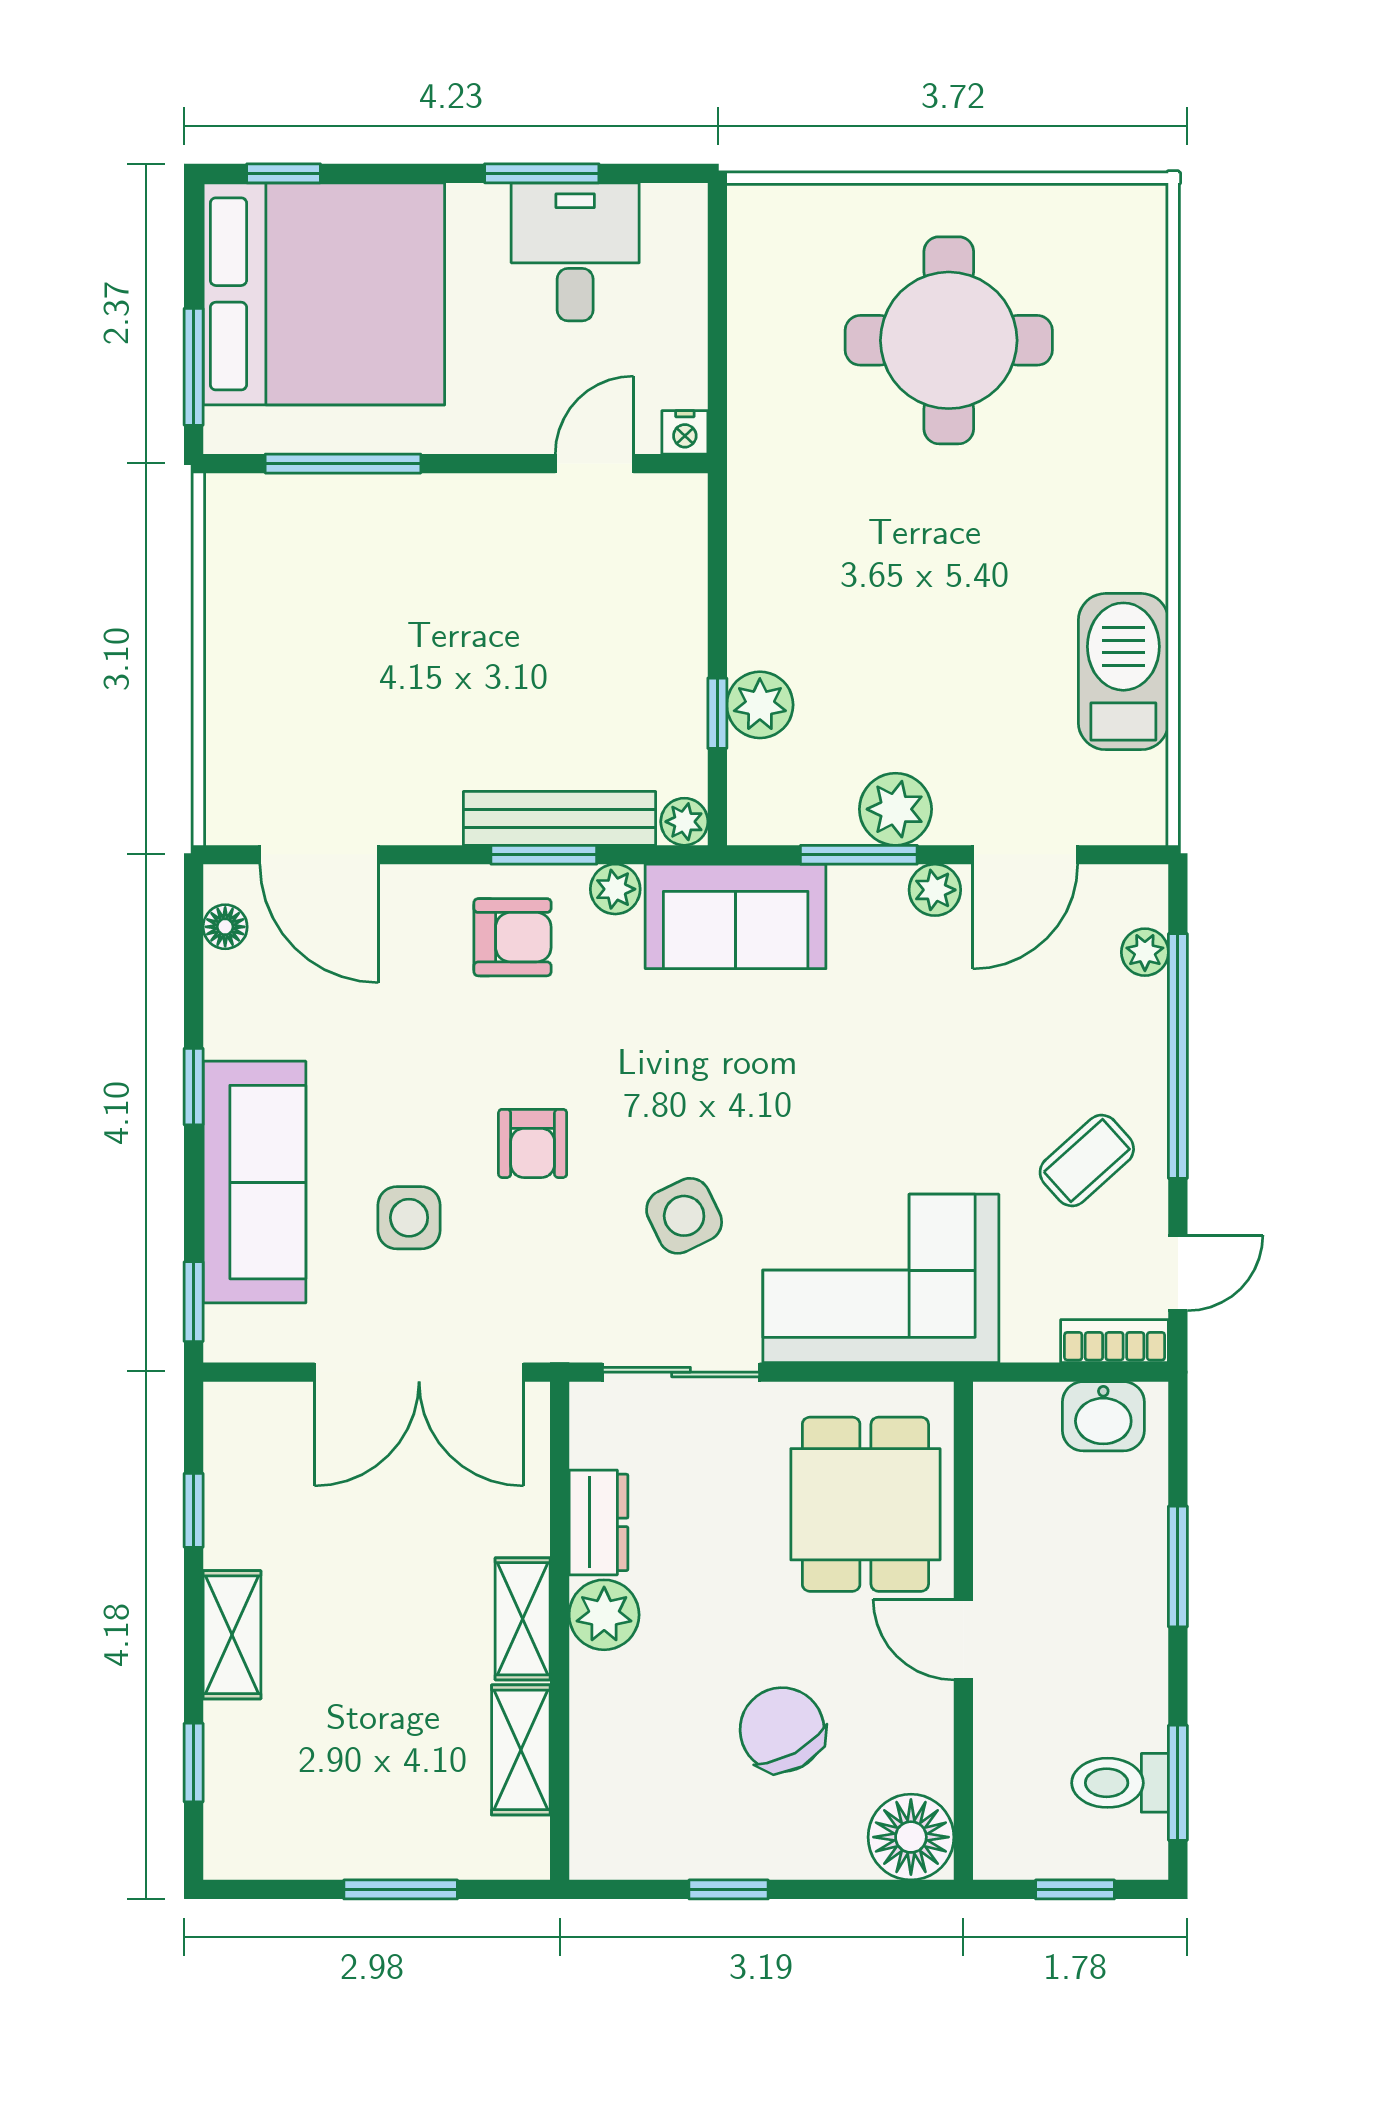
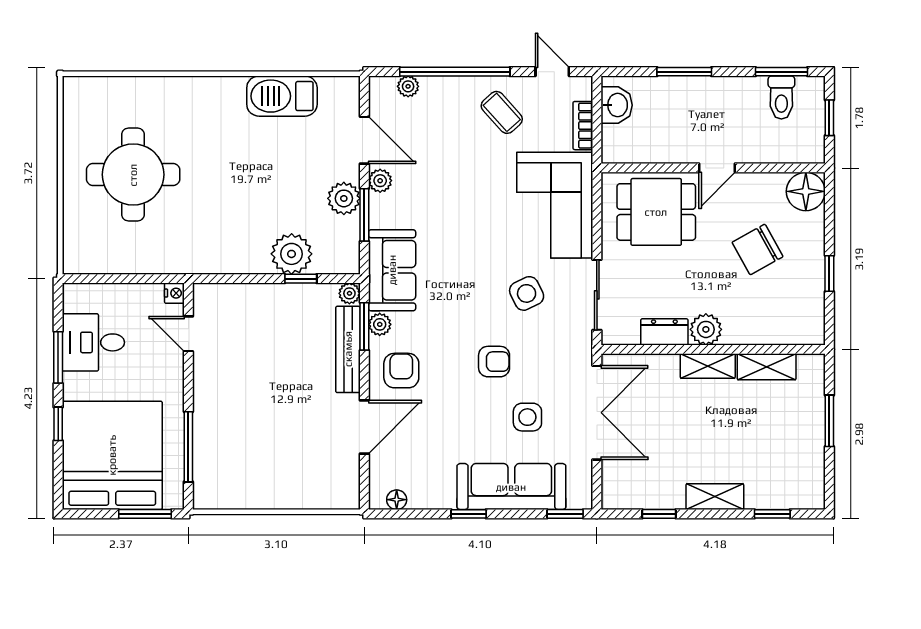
window: (284, 173) -> (58, 424), moved
plant: (760, 705) -> (292, 254), width x1.36, depth x1.36
door: (319, 855) -> (364, 427), moved
window: (544, 855) -> (364, 326), moved
bookcase: (1115, 1341) -> (583, 126), moved

